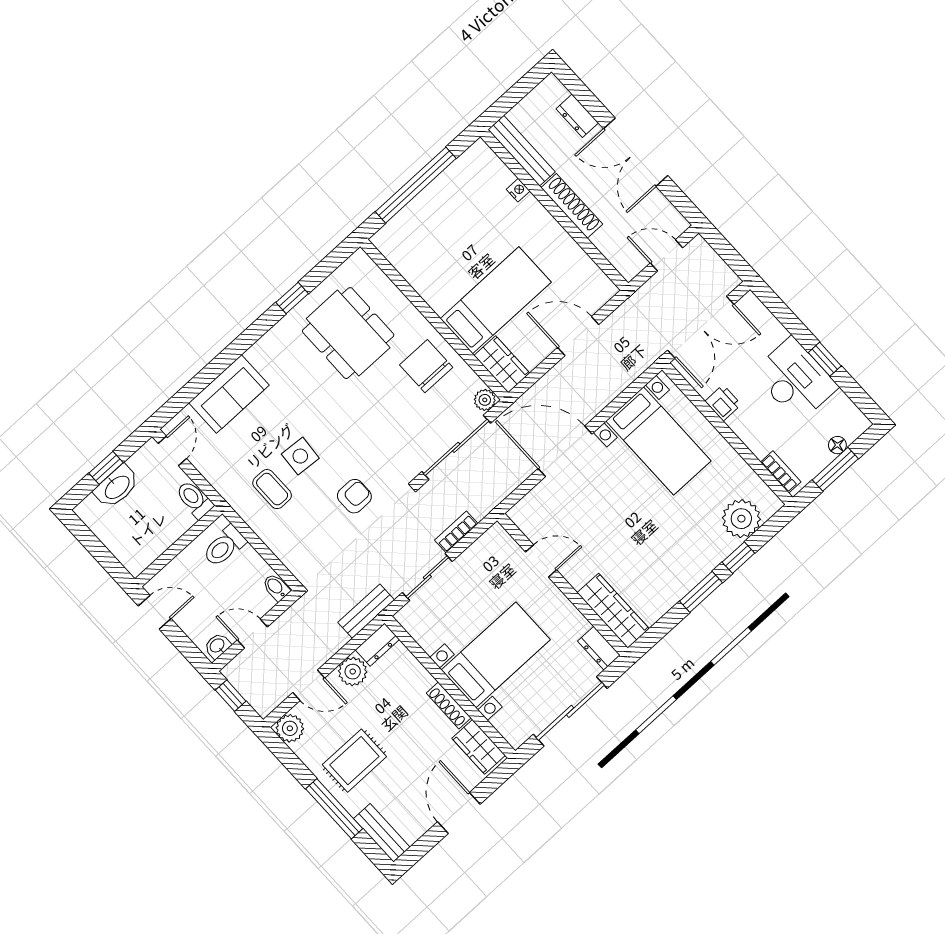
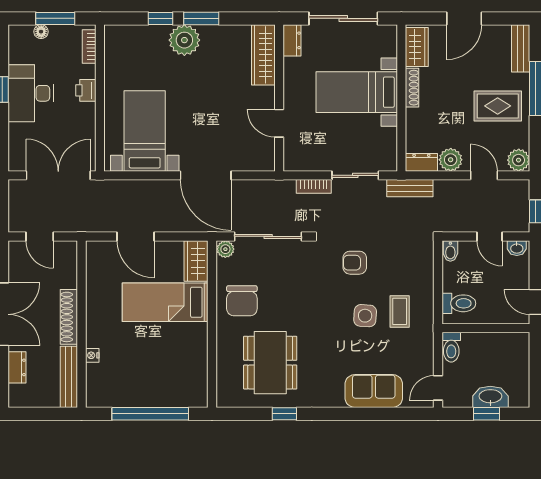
printer: (723, 403) -> (86, 90), moved
plant: (741, 519) -> (184, 40), moved

